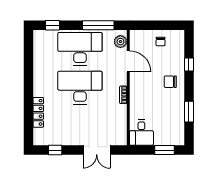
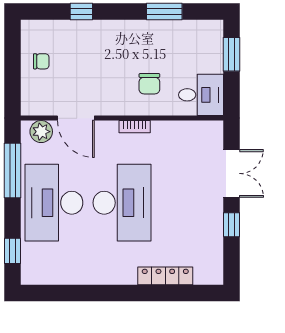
door: (128, 61) -> (76, 118), swing flipped
chair: (170, 82) -> (149, 84), moved
desk: (80, 88) -> (122, 203), turned 180
window: (55, 150) -> (231, 225), moved

